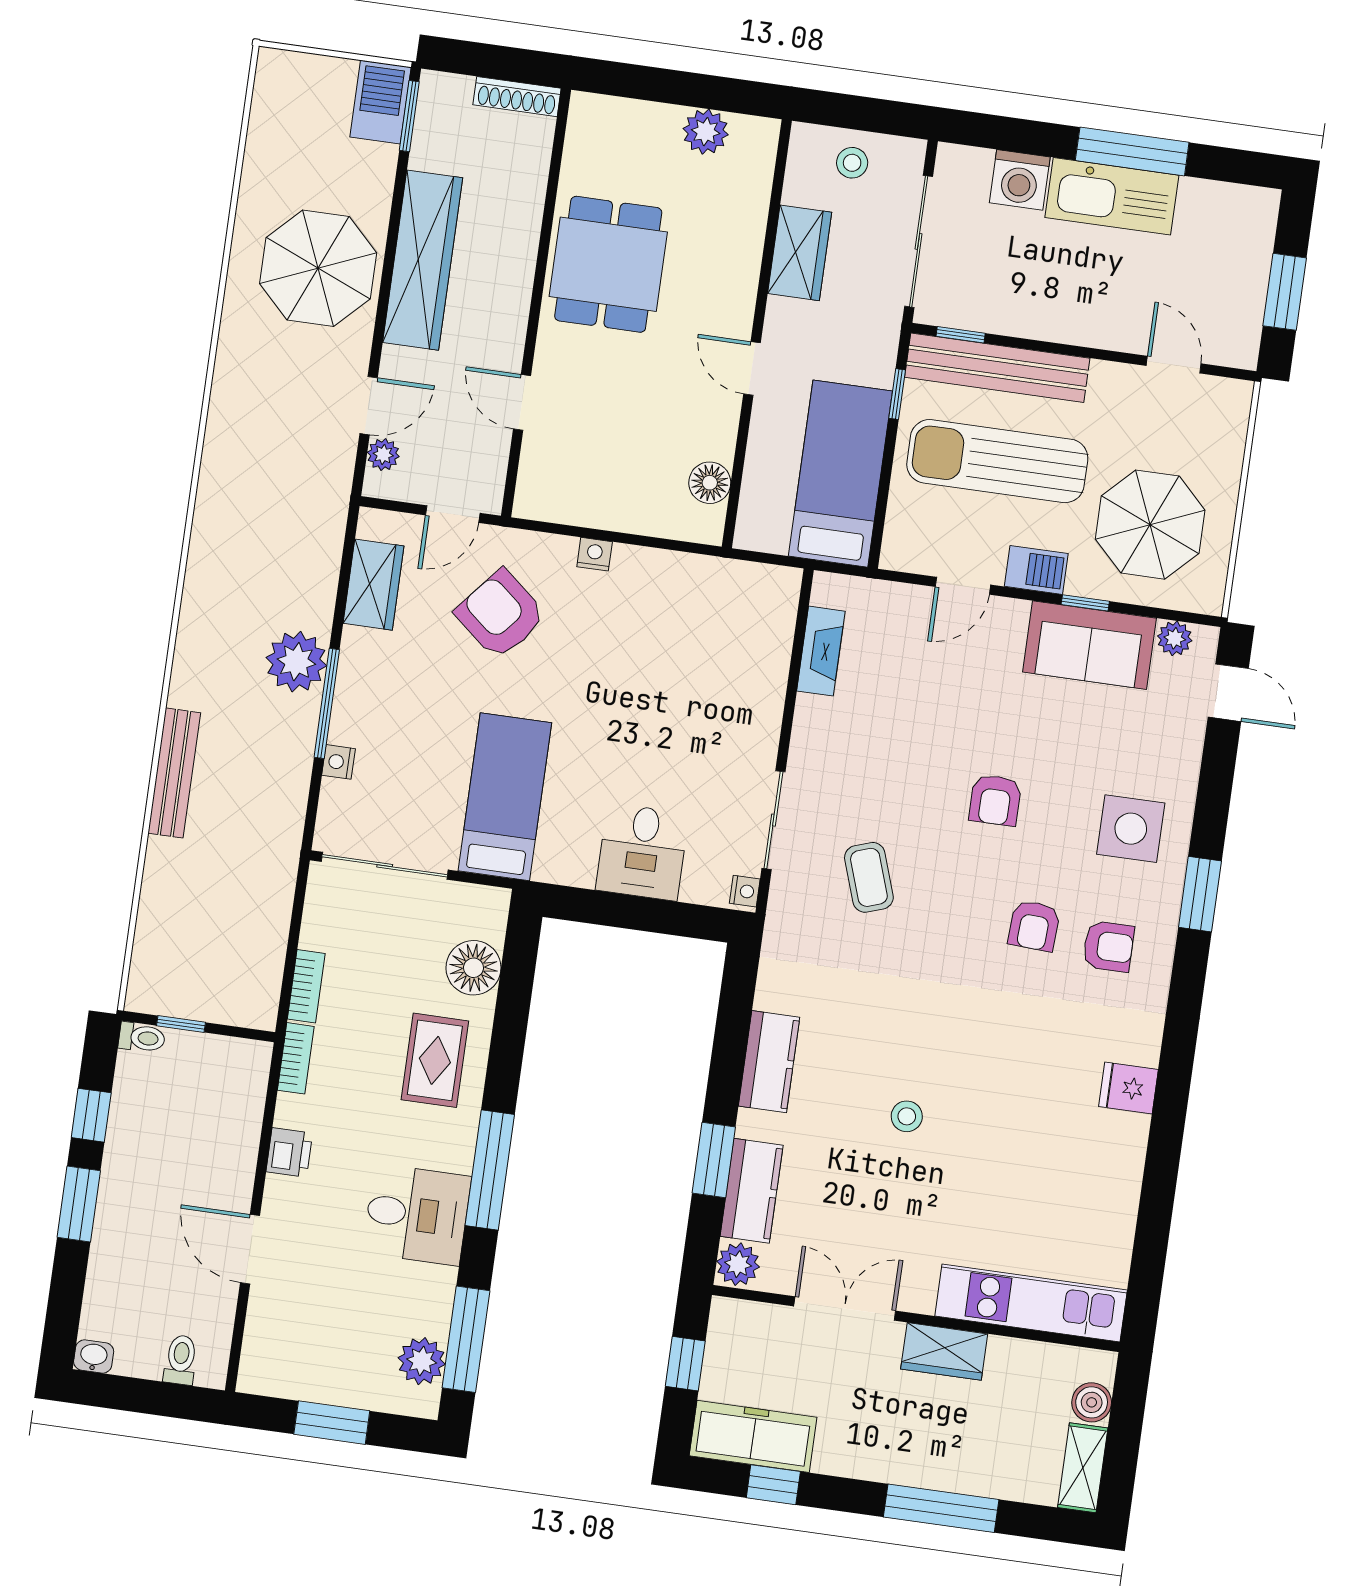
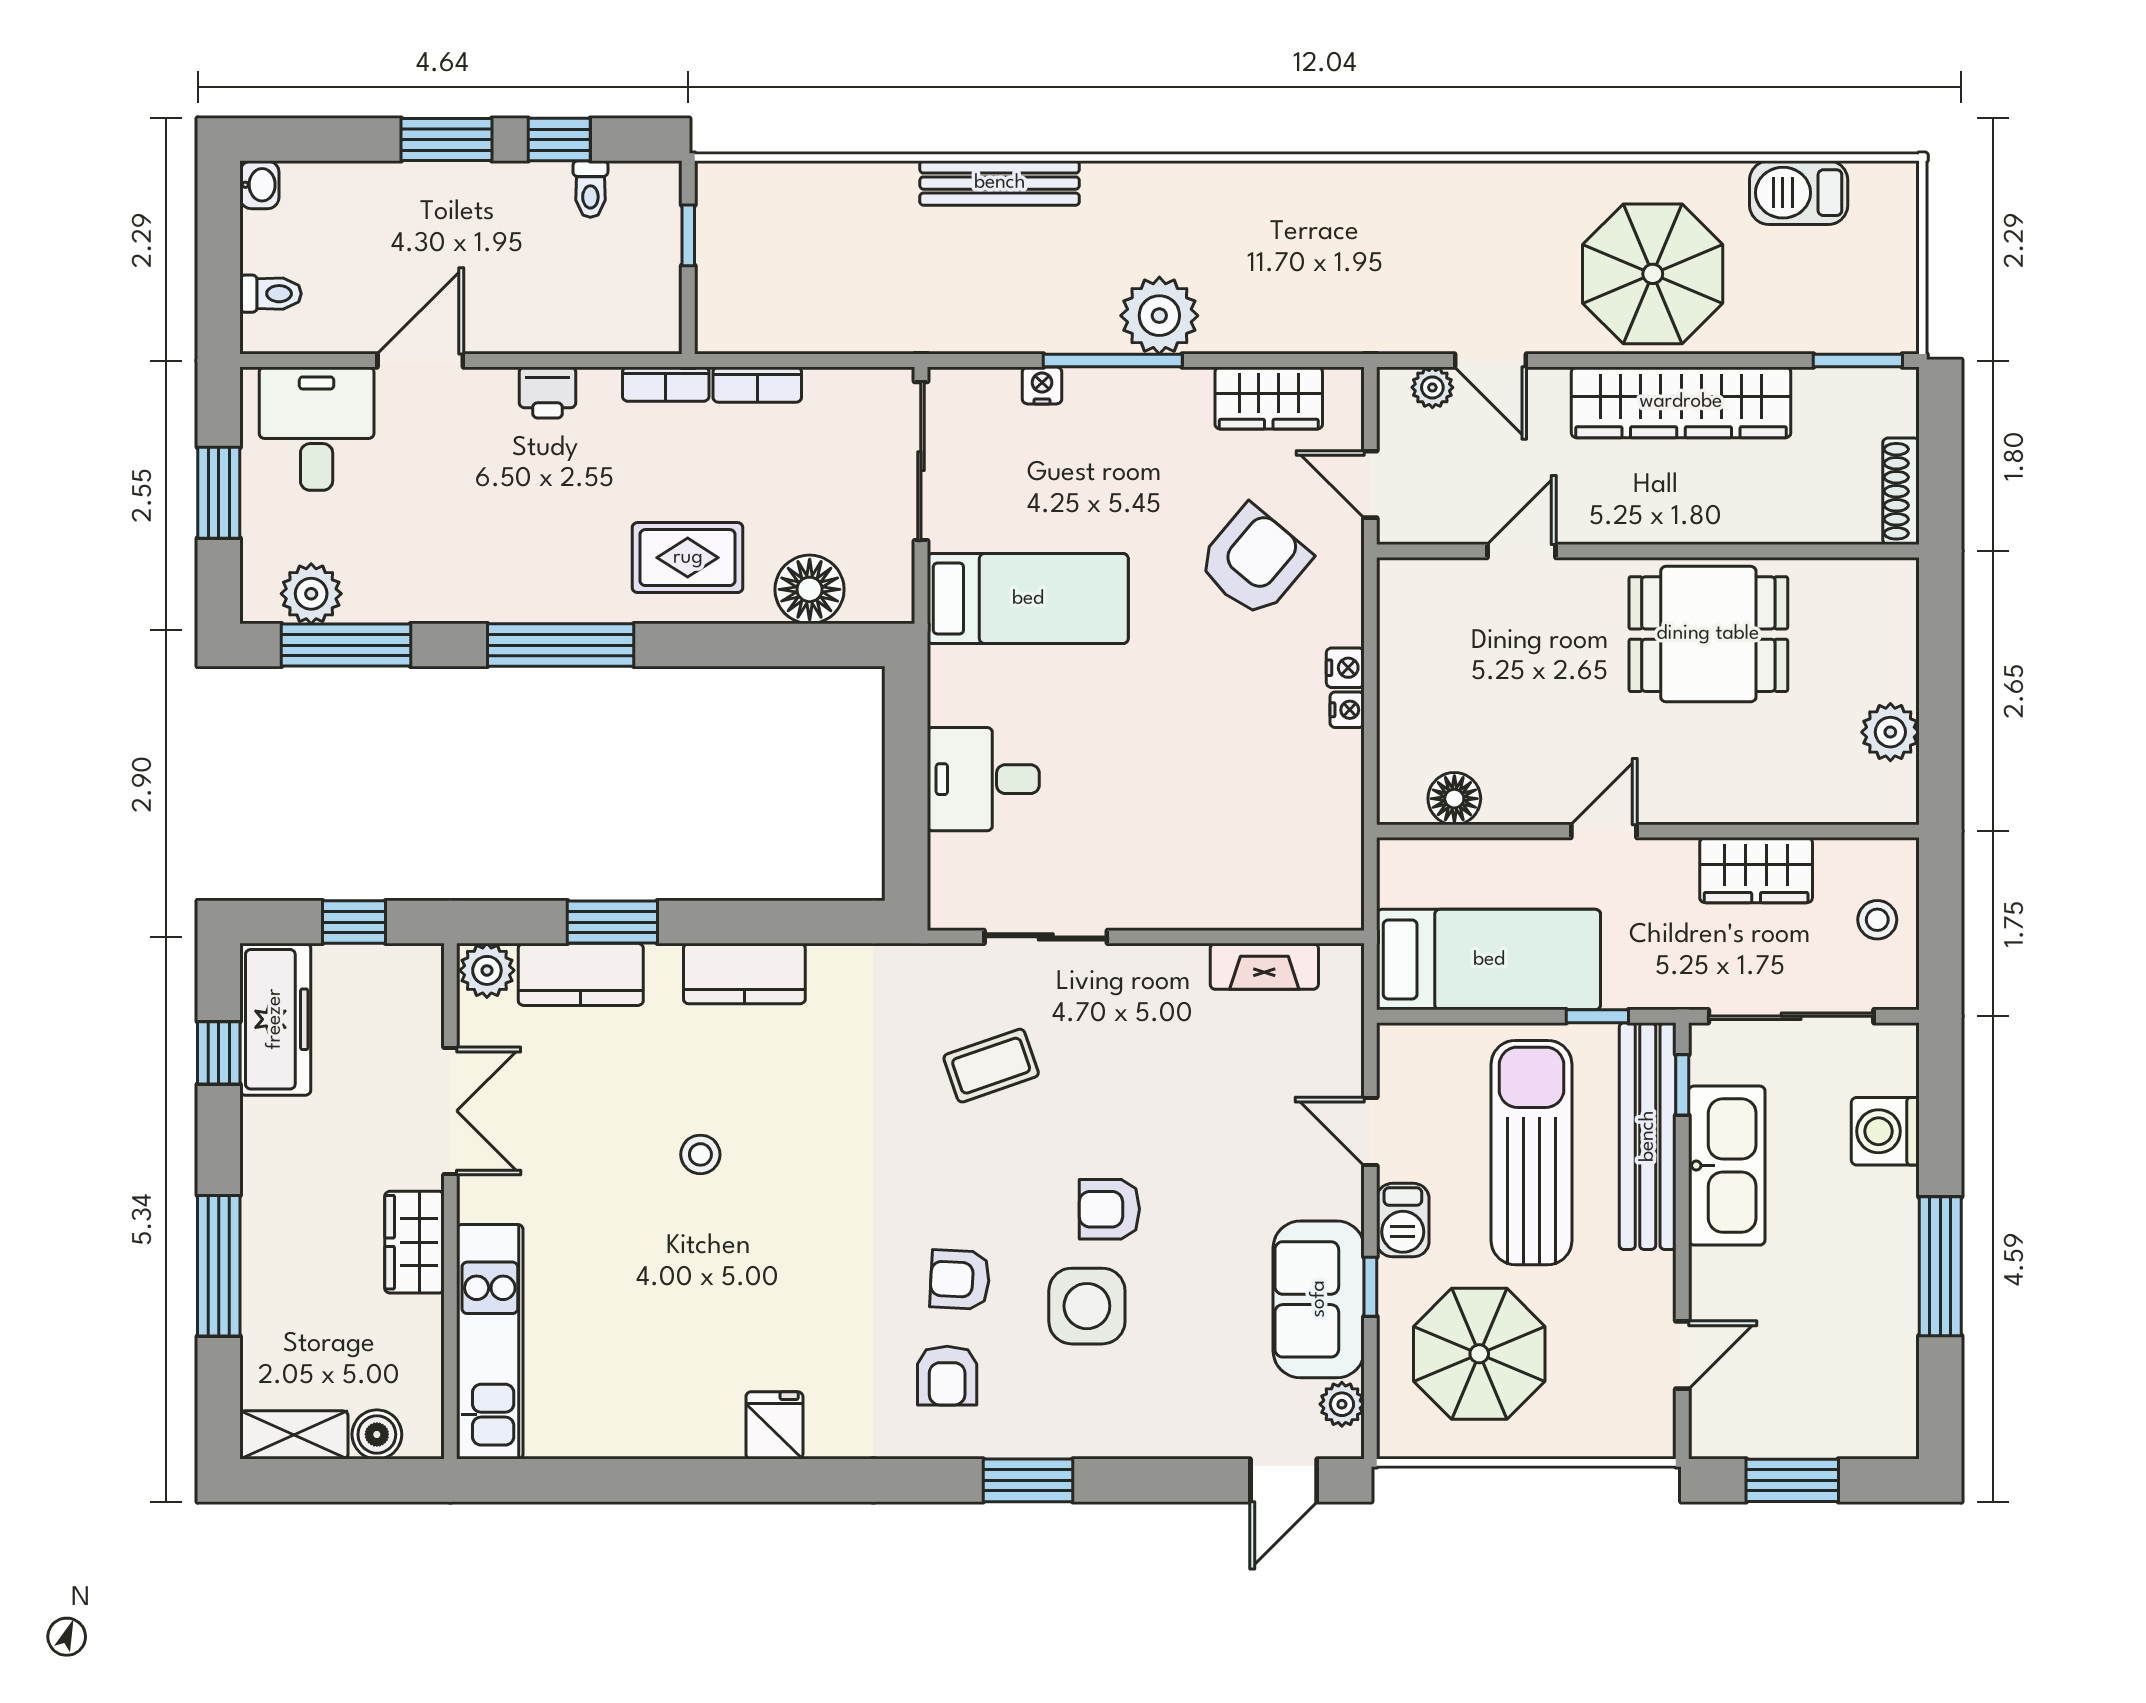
barbecue: (380, 102) -> (1799, 193), moved, turned 180
kitchen sink: (1112, 196) -> (1727, 1166), moved, turned 180
side table: (1131, 829) -> (1087, 1306), moved
nightstand: (745, 891) -> (1347, 710), moved, turned -90
toilet: (142, 1038) -> (590, 189), moved
desk: (417, 1215) -> (317, 429), moved, turned 180

